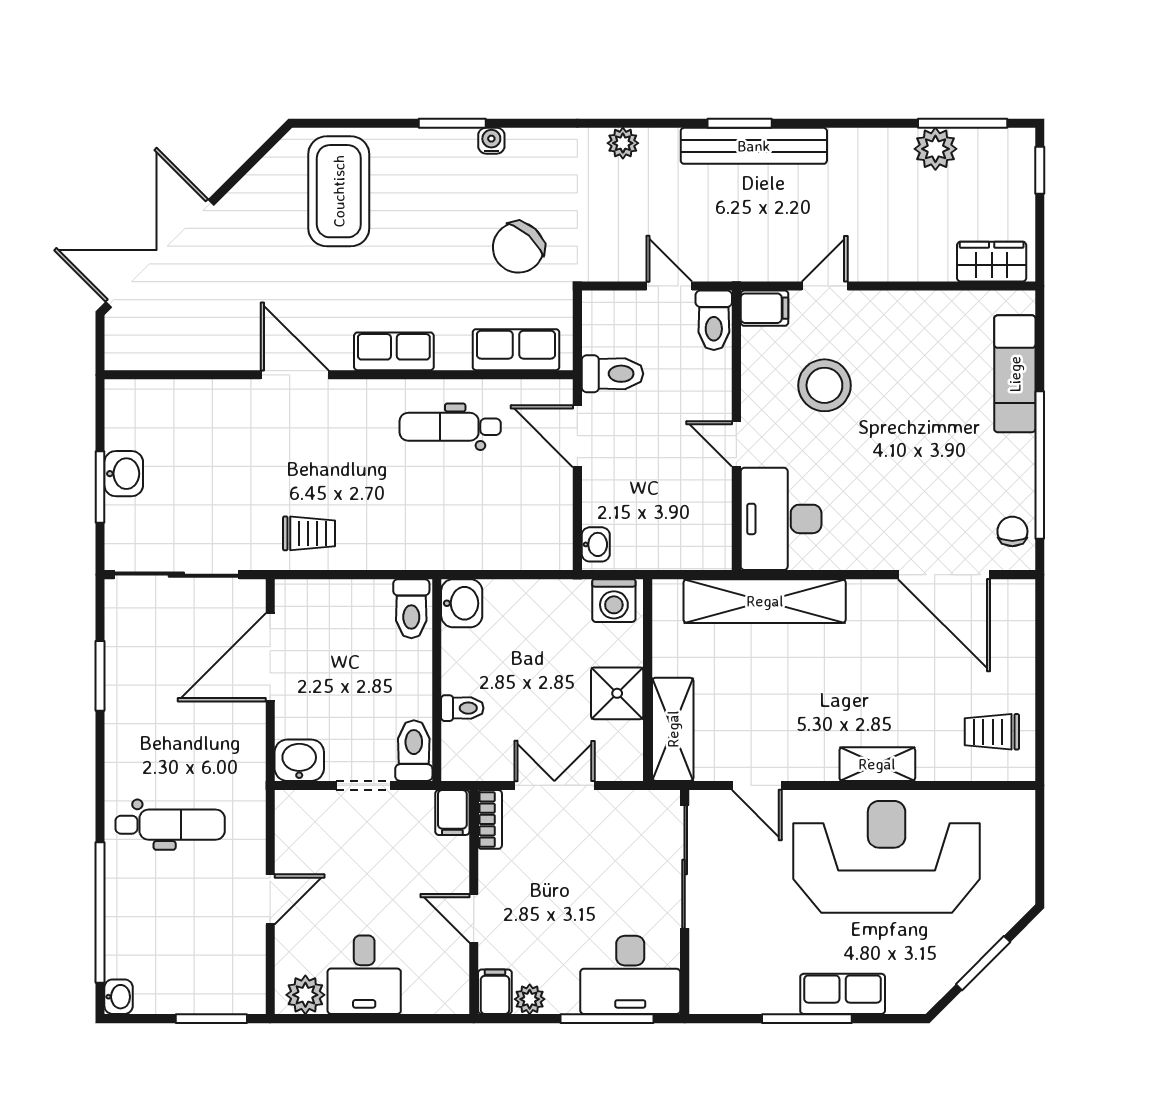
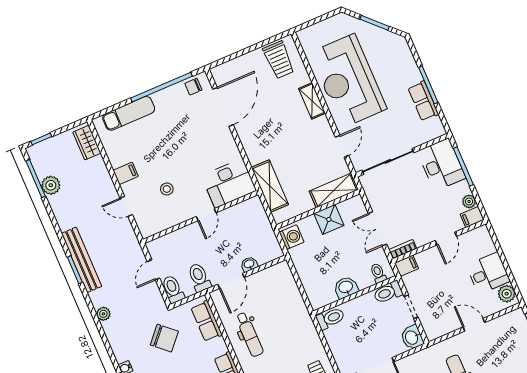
filing cabinet: (765, 308) -> (126, 173), moved, turned 90
toilet: (714, 320) -> (173, 289), moved, turned -90
stool: (824, 385) -> (167, 189), width x0.53, depth x0.53
washbasin: (596, 544) -> (249, 264), moved
shelving: (765, 601) -> (270, 186), width x0.68
washbasin: (462, 603) -> (346, 287), moved
toilet: (462, 708) -> (378, 273), moved
trolley: (992, 732) -> (279, 60), width x1.36, depth x1.39
row of seats: (843, 994) -> (423, 101), moved

